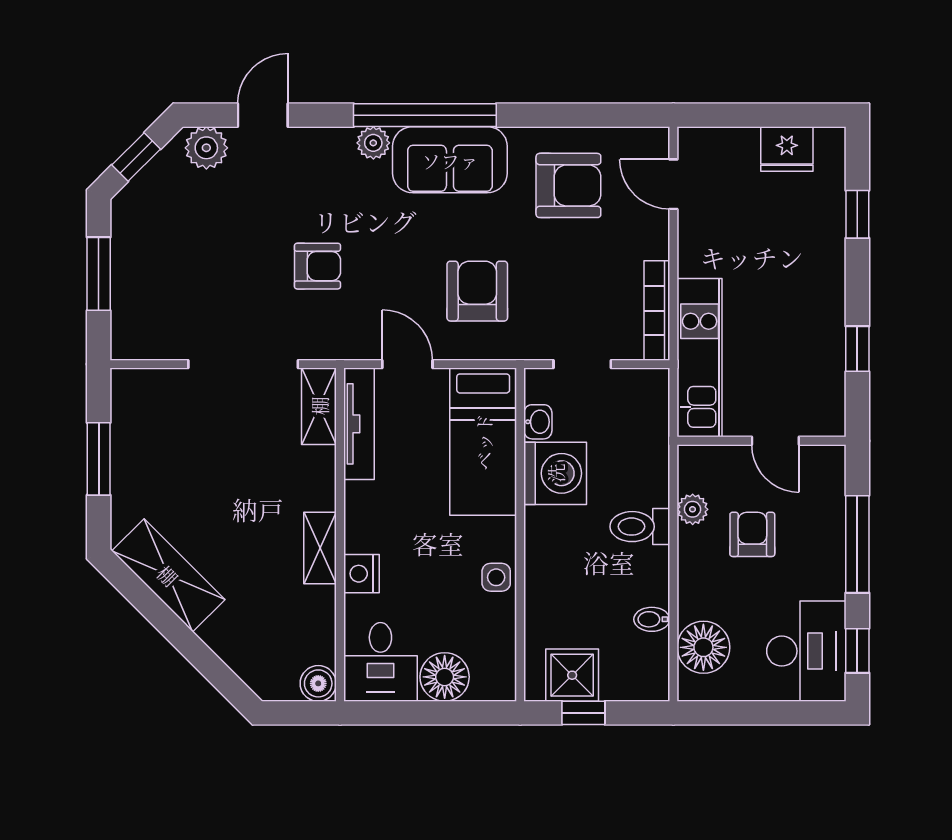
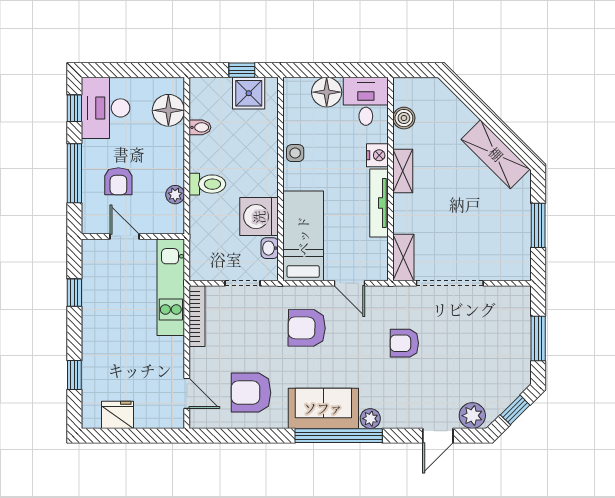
armchair: (477, 291) -> (307, 328), turned 91
tv unit: (359, 424) -> (379, 203), moved
armchair: (752, 534) -> (118, 181), moved
boiler: (318, 683) -> (404, 118), moved

